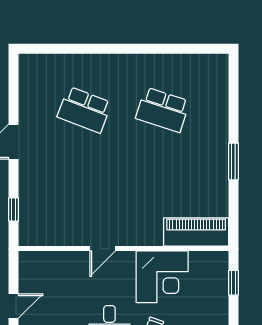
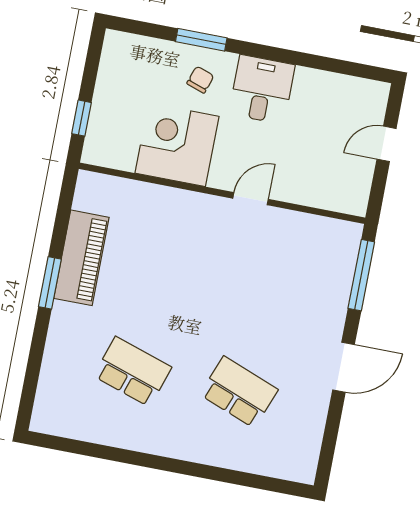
window: (14, 209) -> (361, 275), width x2.17
piano: (196, 232) -> (81, 258), moved, turned -90

